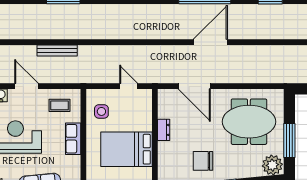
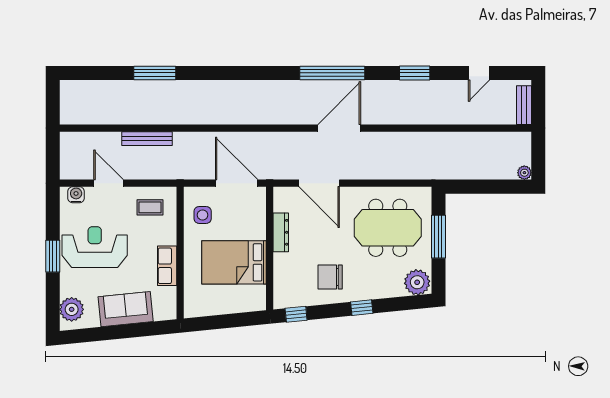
door: (129, 86) -> (237, 183), width x1.88
dresser: (164, 130) -> (281, 232), width x1.44
row of seats: (73, 139) -> (167, 266), moved
window: (289, 140) -> (438, 237), moved

